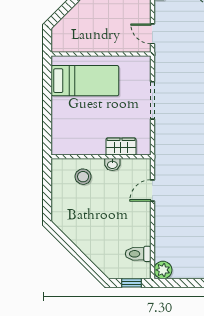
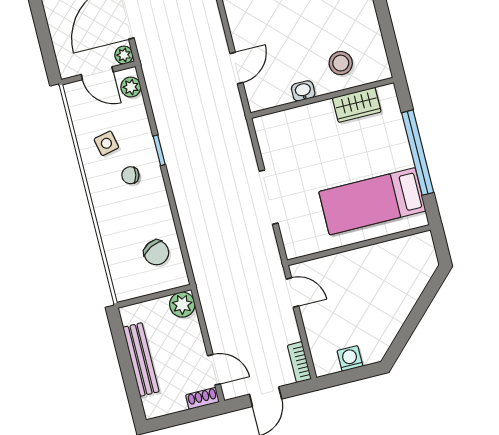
window: (47, 105) -> (418, 153), added
wardrobe: (121, 147) -> (357, 105), moved

